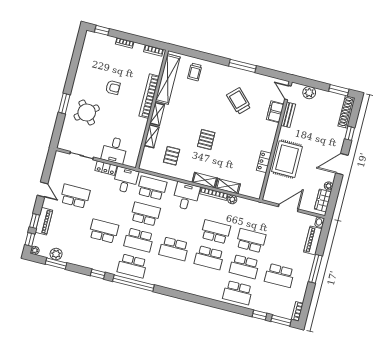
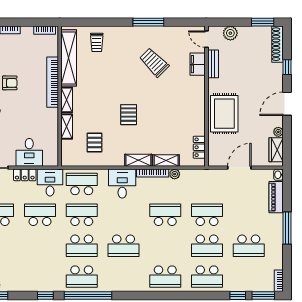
locker: (264, 162) -> (199, 147), moved
school desk: (104, 231) -> (40, 215), moved
school desk: (209, 258) -> (165, 277), moved

